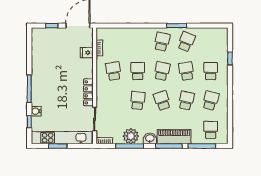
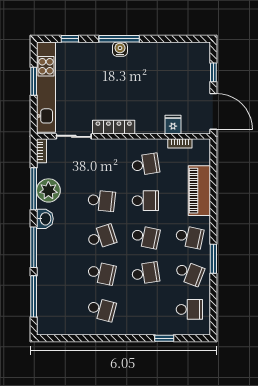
school desk: (211, 71) -> (189, 309), moved
water cooler: (36, 111) -> (120, 49), moved
school desk: (211, 130) -> (58, 309), removed
piano: (174, 137) -> (199, 191), moved, turned 180

